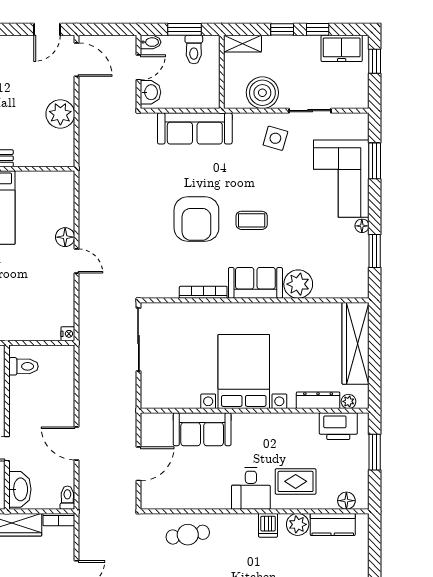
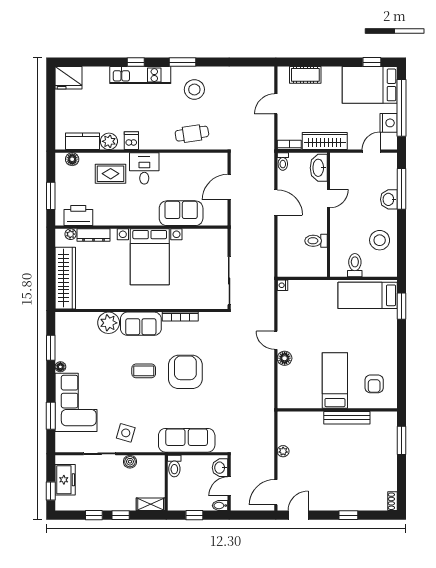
window: (185, 29) -> (194, 515), width x0.67
freezer: (342, 48) -> (65, 480), moved, turned 90
toilet: (194, 50) -> (174, 466), moved, turned 180
door: (77, 60) -> (276, 492), hinge flipped
boiler: (262, 93) -> (130, 462), width x0.54, depth x0.54
plant: (60, 114) -> (283, 451), width x0.53, depth x0.53
toilet: (23, 366) -> (316, 241), moved

